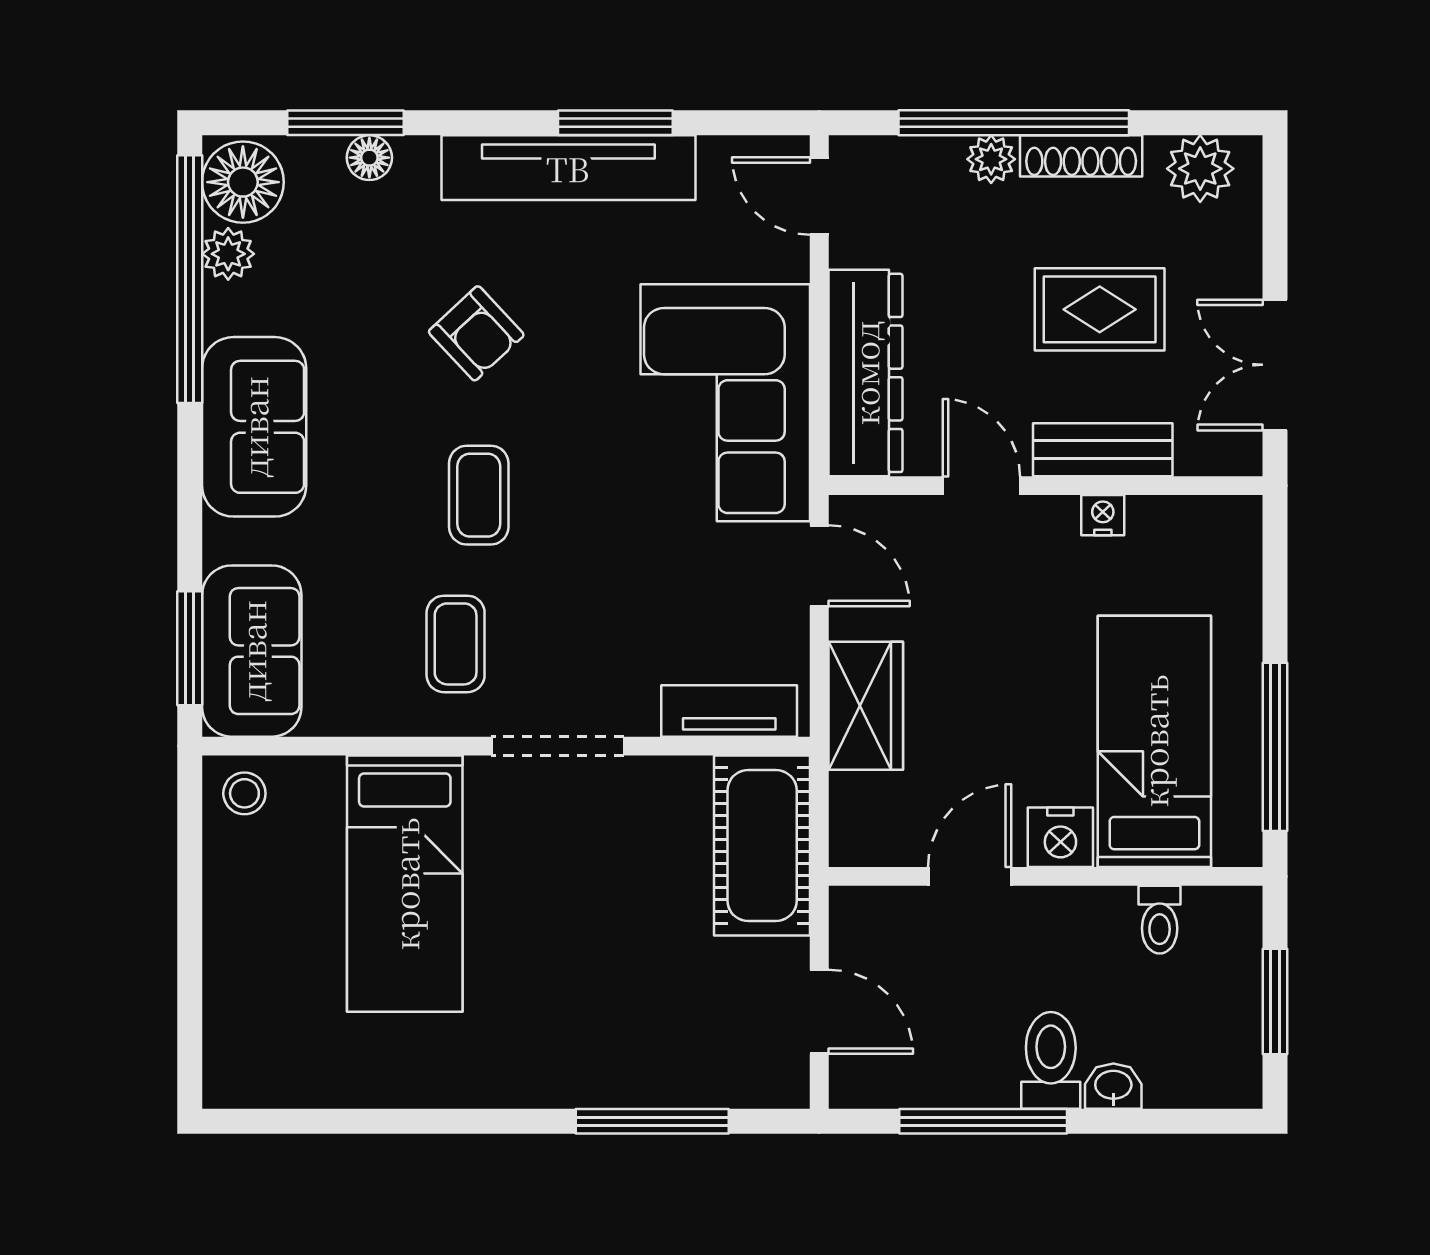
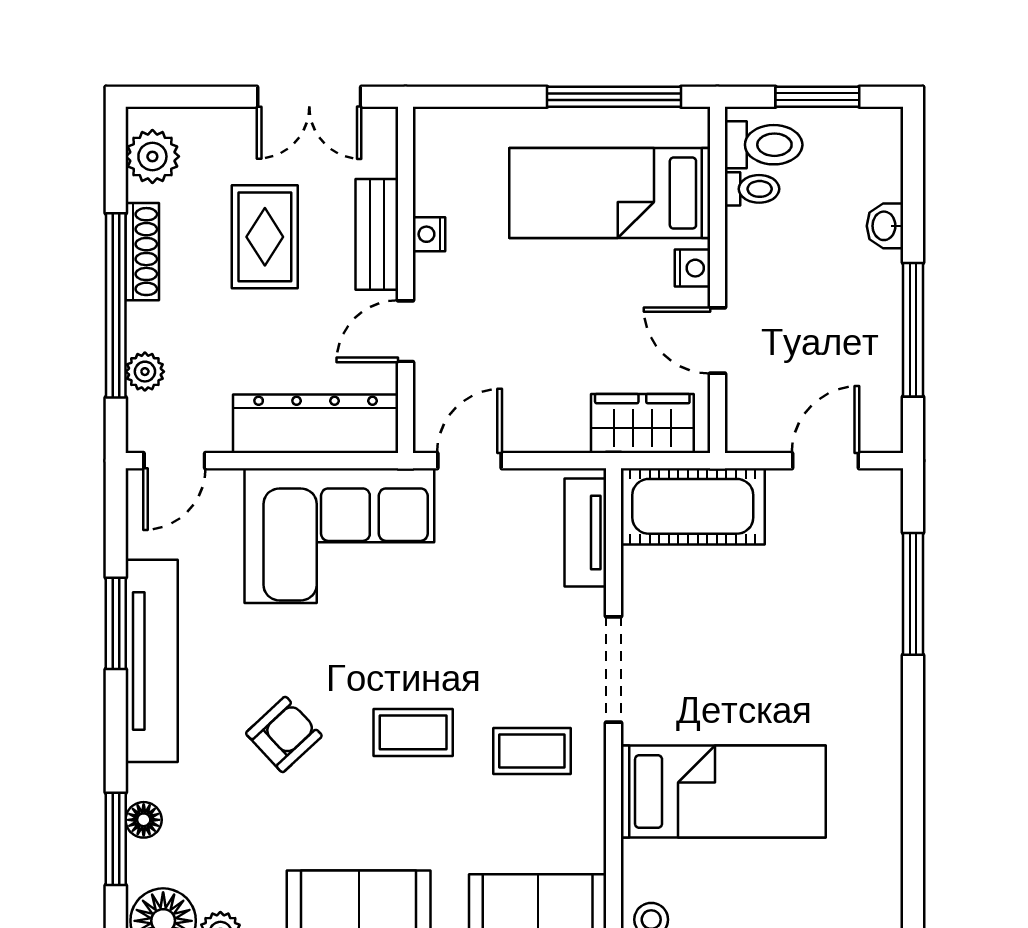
plant: (991, 159) -> (145, 372), moved
wardrobe: (866, 706) -> (642, 423), moved
nightstand: (1060, 837) -> (692, 268), width x0.72, depth x0.74
toilet: (1051, 1060) -> (764, 145), moved, turned 180

